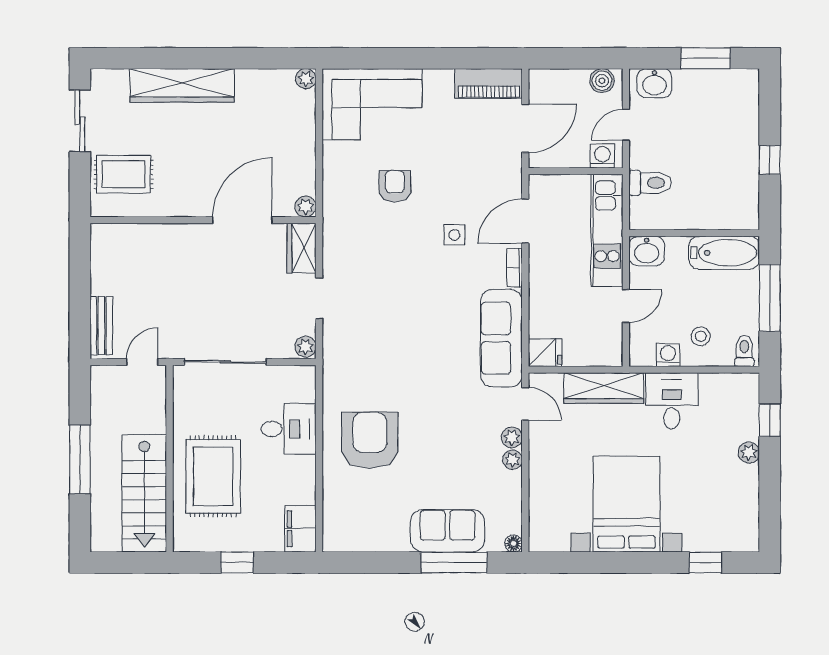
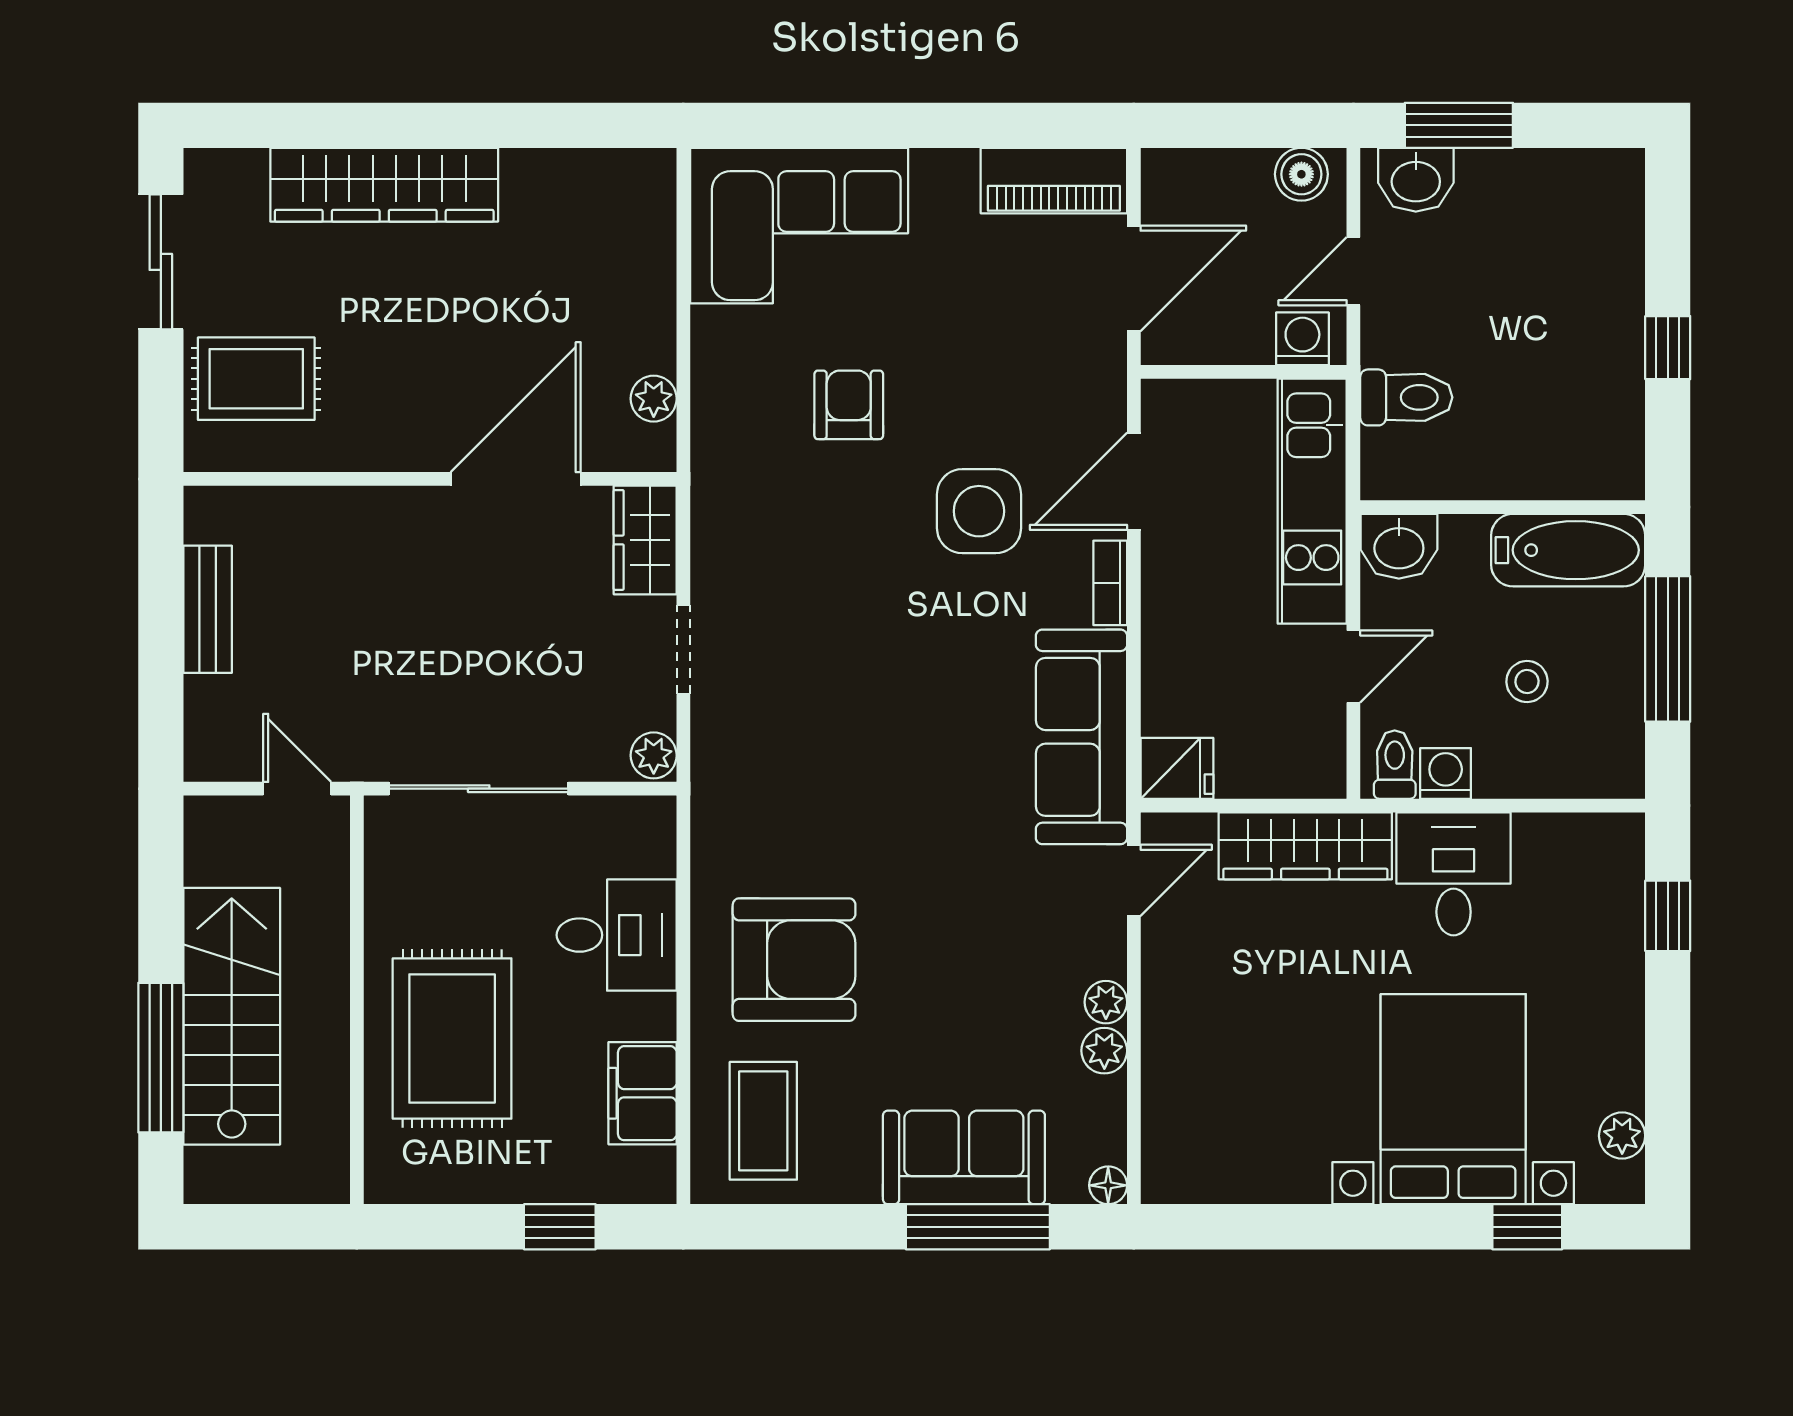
window: (706, 58) -> (1459, 125), moved
plant: (306, 79) -> (654, 170), removed
plant: (305, 207) -> (654, 399), moved
side table: (454, 235) -> (979, 511), width x1.87, depth x1.87
bench: (101, 326) -> (208, 609), moved
stool: (701, 336) -> (1527, 682), moved
toilet: (744, 351) -> (1395, 765), moved
door: (142, 362) -> (297, 789), hinge flipped
door: (525, 404) -> (1134, 880), hinge flipped
plant: (512, 437) -> (1104, 1051), moved
armchair: (370, 440) -> (794, 960), turned 90
plant: (749, 453) -> (1622, 1136), moved
window: (80, 459) -> (161, 1058), moved
stairs: (144, 493) -> (232, 1016), moved, turned 180
bed with nightstands: (626, 504) -> (1453, 1099), moved
coffee table: (356, 514) -> (763, 1121), added
filing cabinet: (300, 529) -> (643, 1093), moved
window: (237, 562) -> (560, 1227), moved

